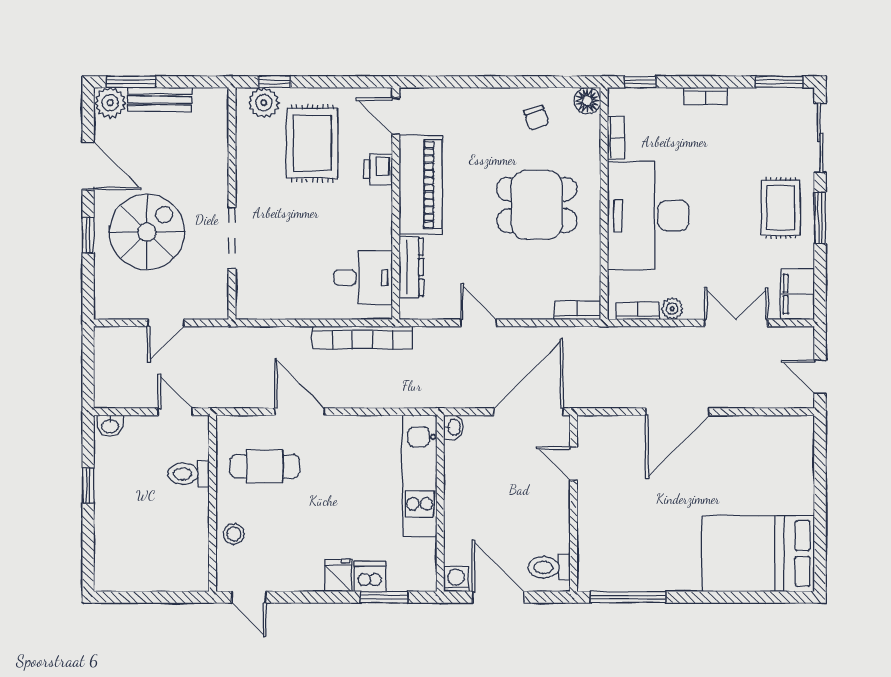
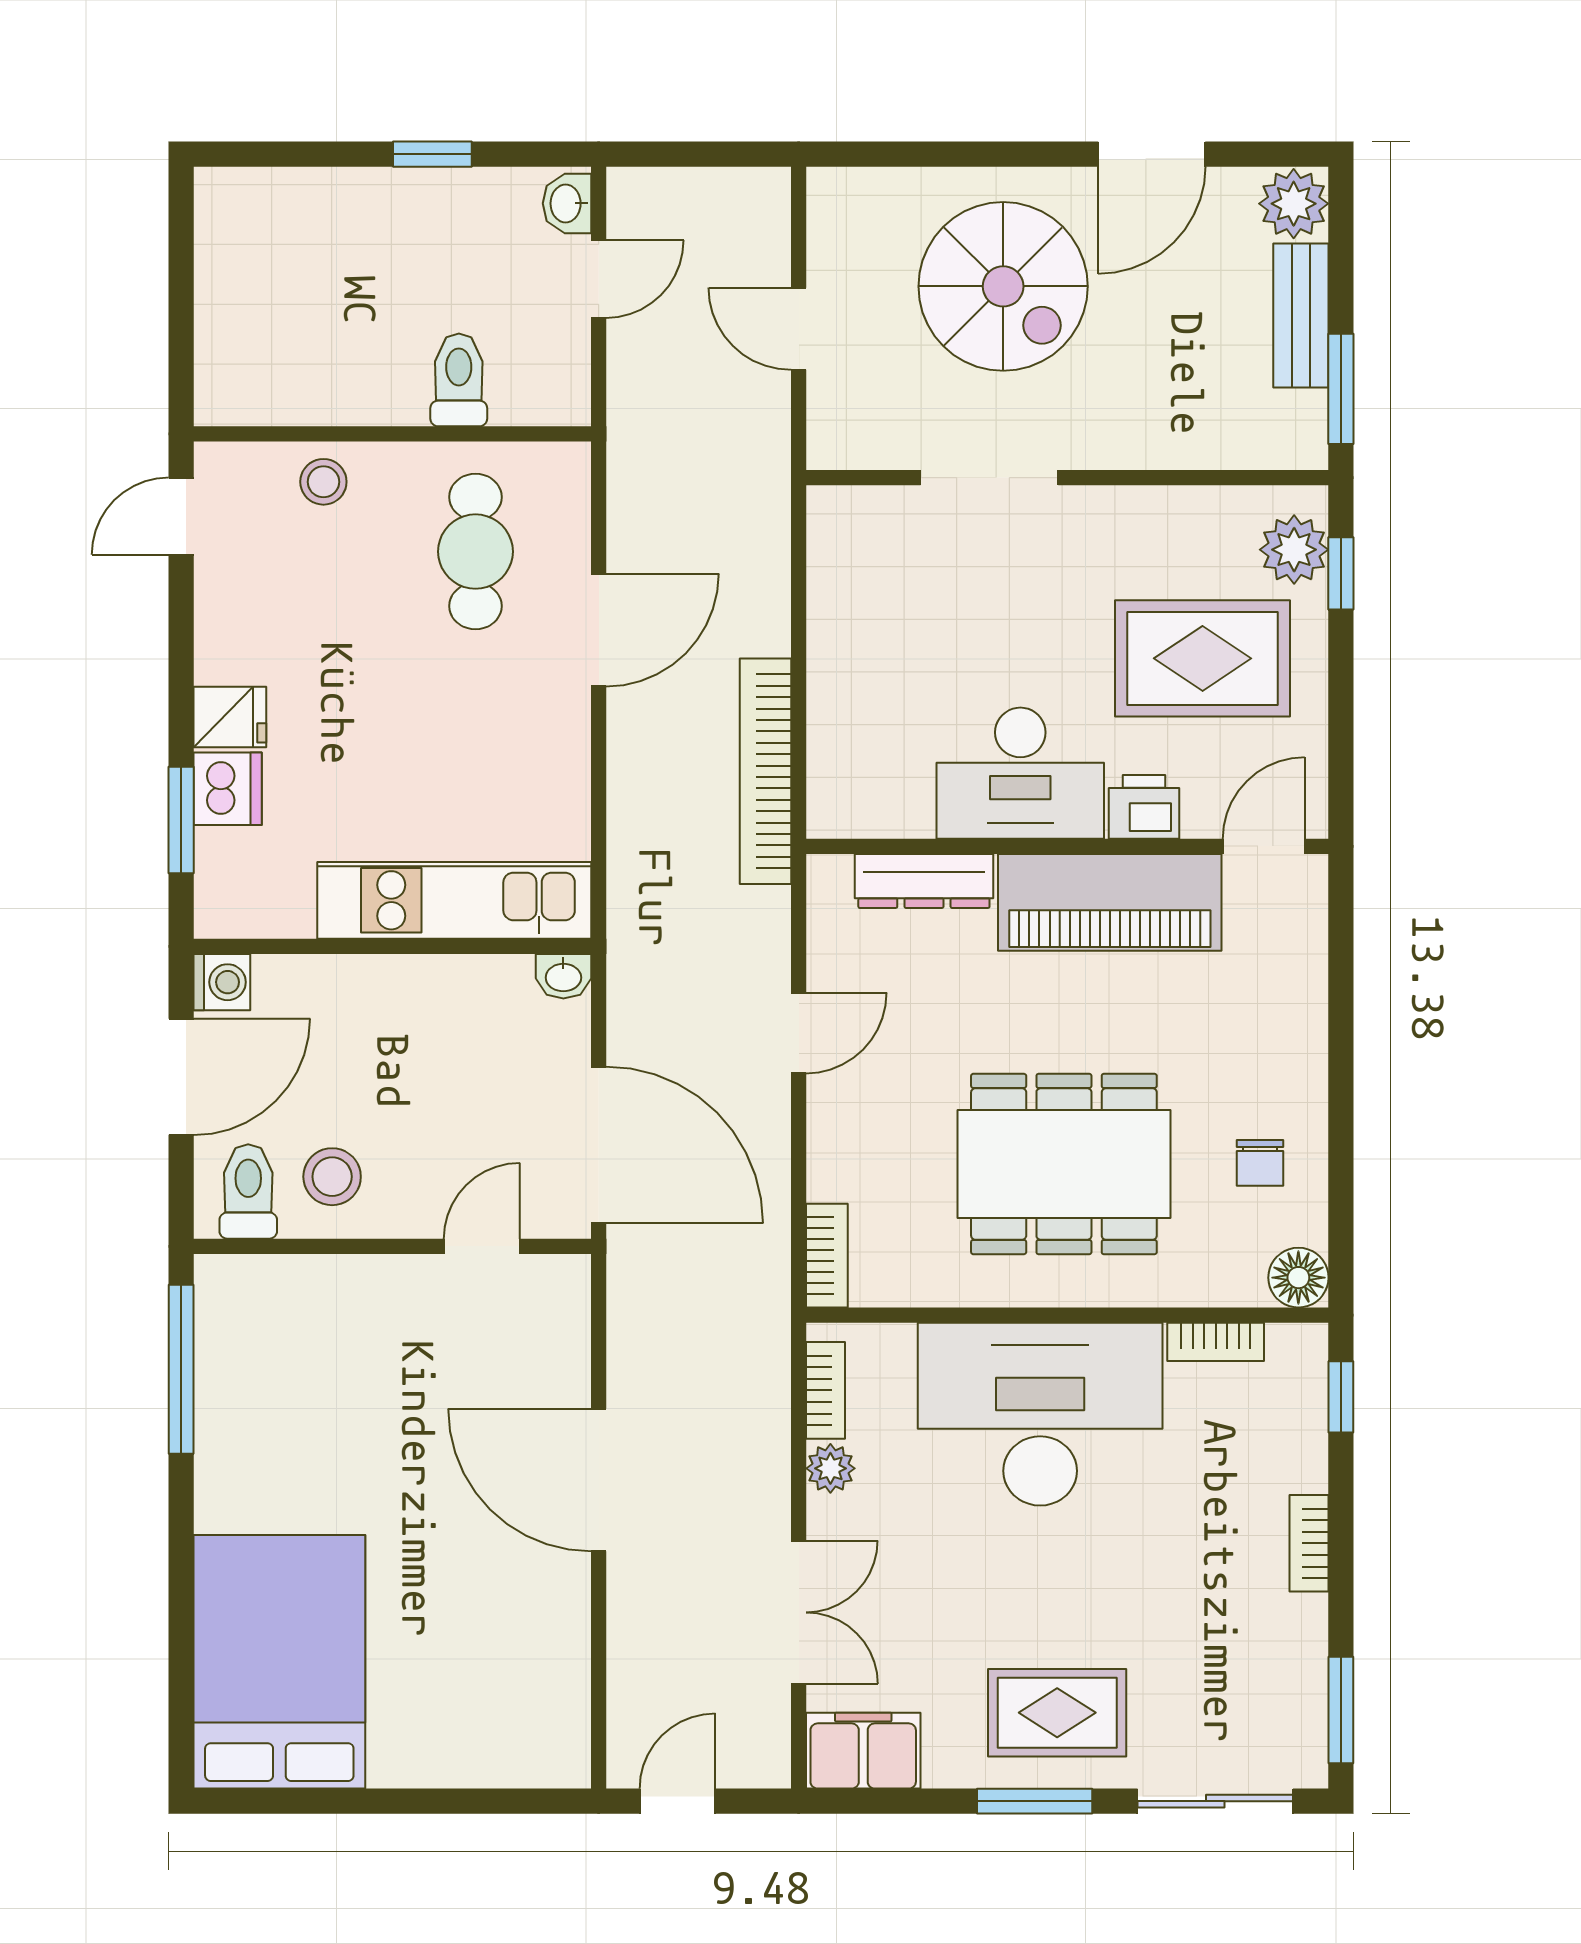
window: (131, 82) -> (1341, 389), moved
chair: (536, 118) -> (1260, 1163), turned -72
dining table: (537, 205) -> (1064, 1164), width x1.38
window: (88, 235) -> (995, 154), removed
desk: (363, 278) -> (1020, 773), moved, width x1.37
door: (175, 412) -> (599, 279), moved
stool: (543, 530) -> (332, 1177), added

